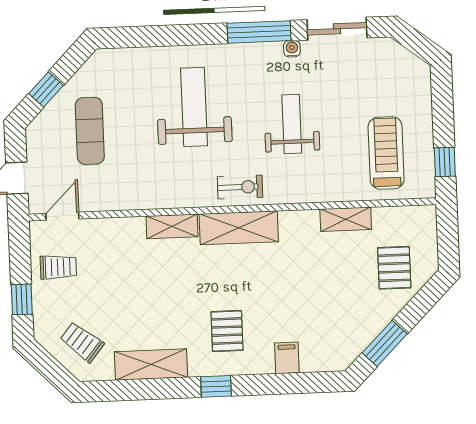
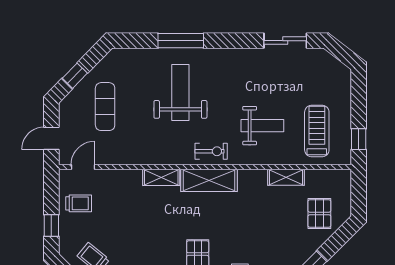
window: (259, 32) -> (181, 41), moved
water cooler: (292, 49) -> (252, 54), removed
weight bench: (292, 124) -> (262, 126), moved, turned 90

